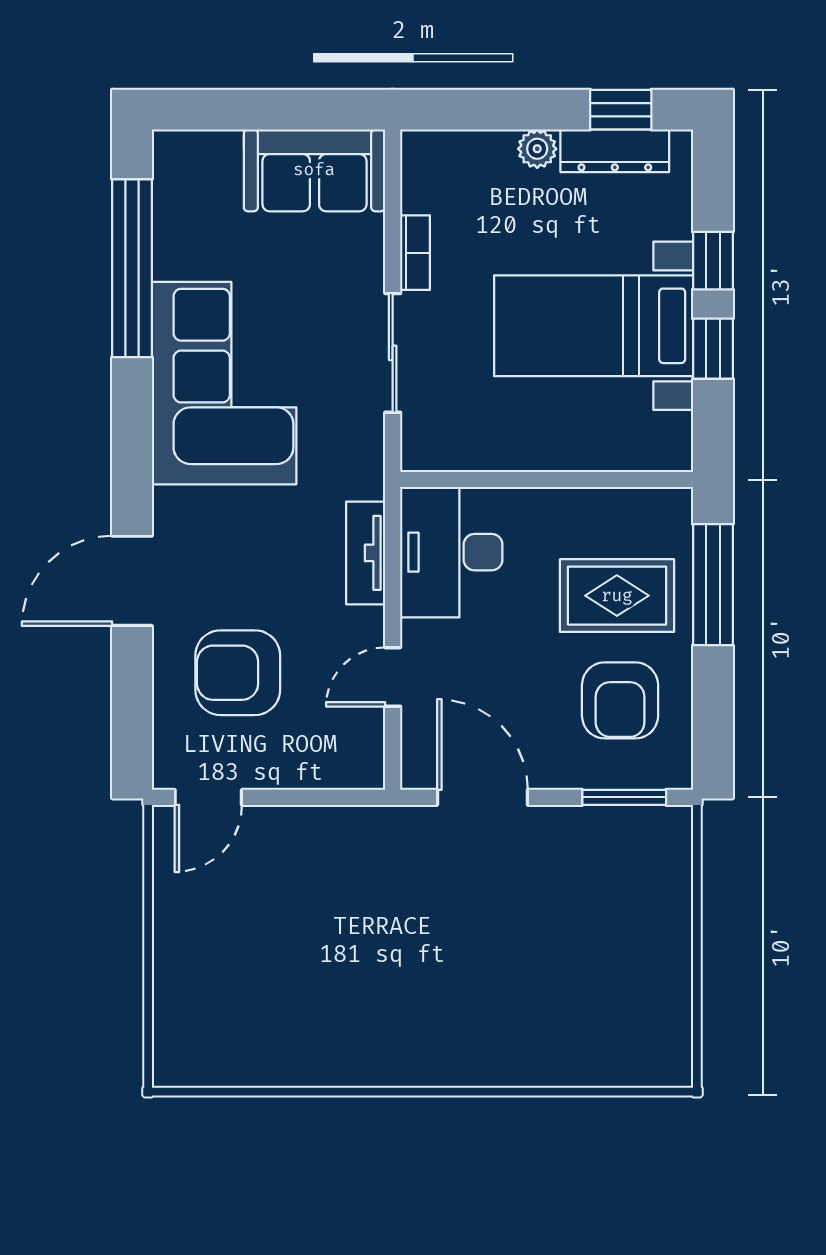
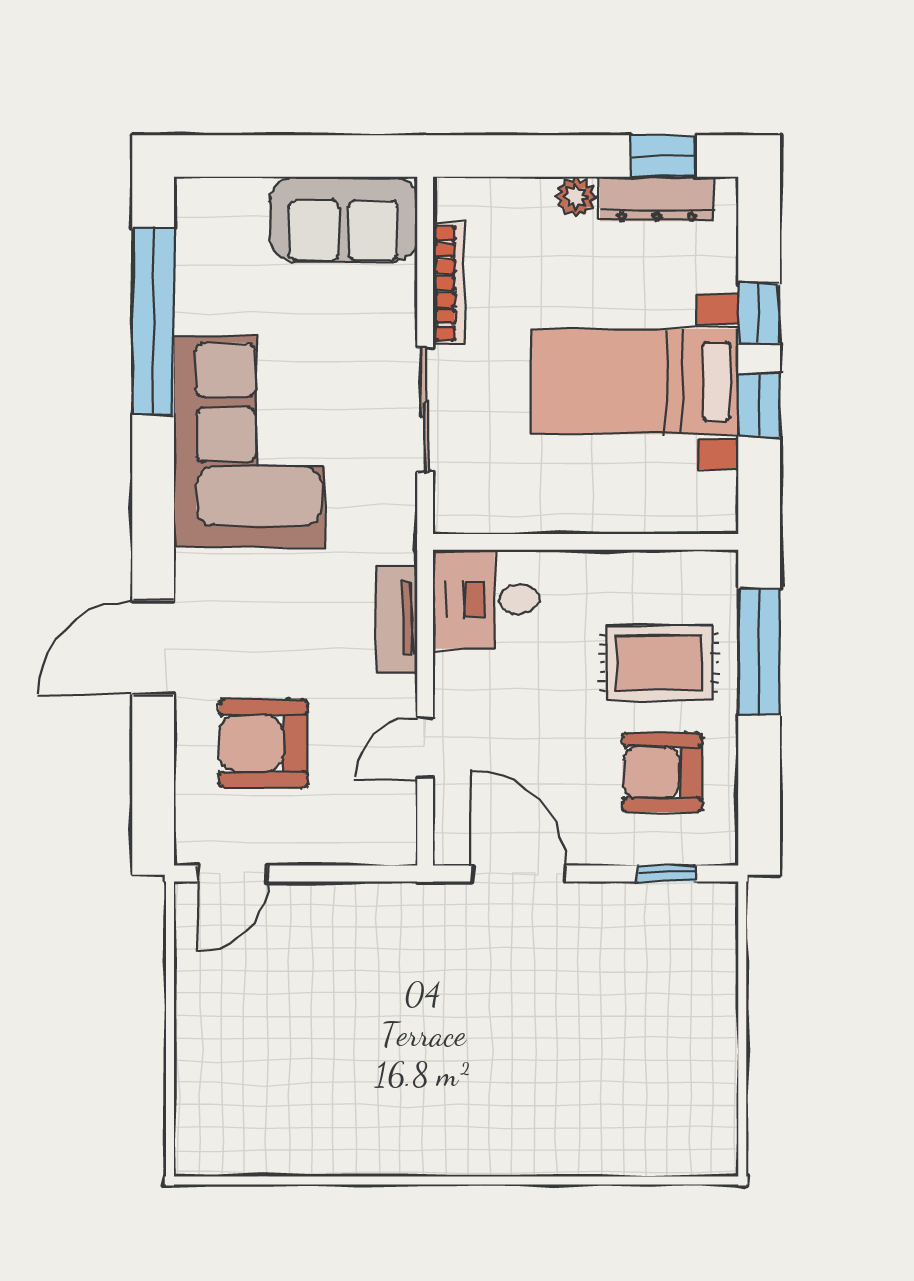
bookcase: (415, 253) -> (448, 283), width x1.56
desk: (451, 552) -> (486, 599), width x0.73
armchair: (620, 700) -> (662, 772), turned 90
window: (624, 797) -> (667, 873), width x0.67

